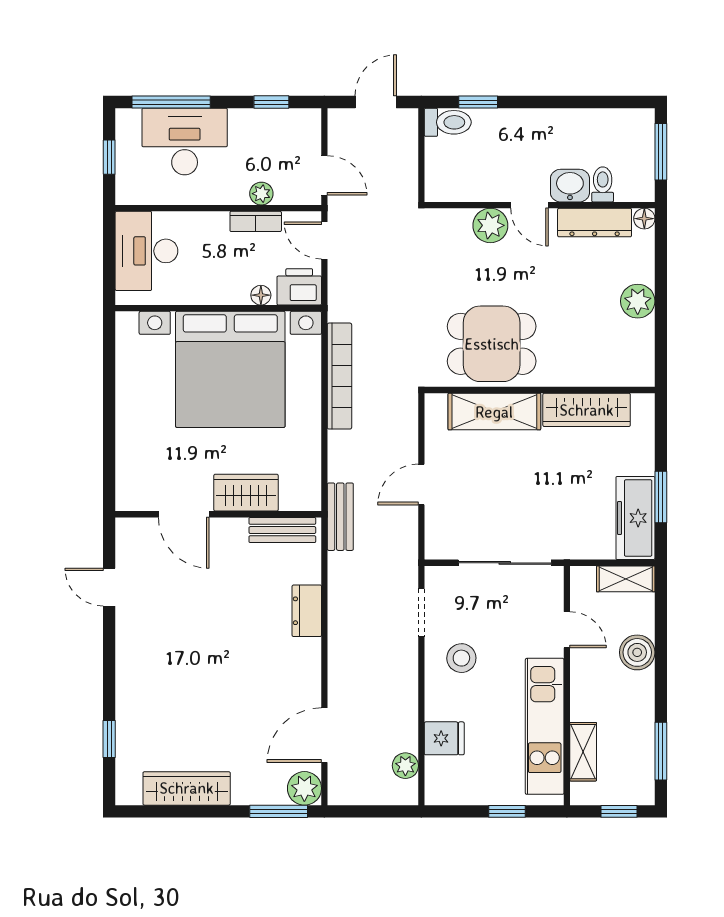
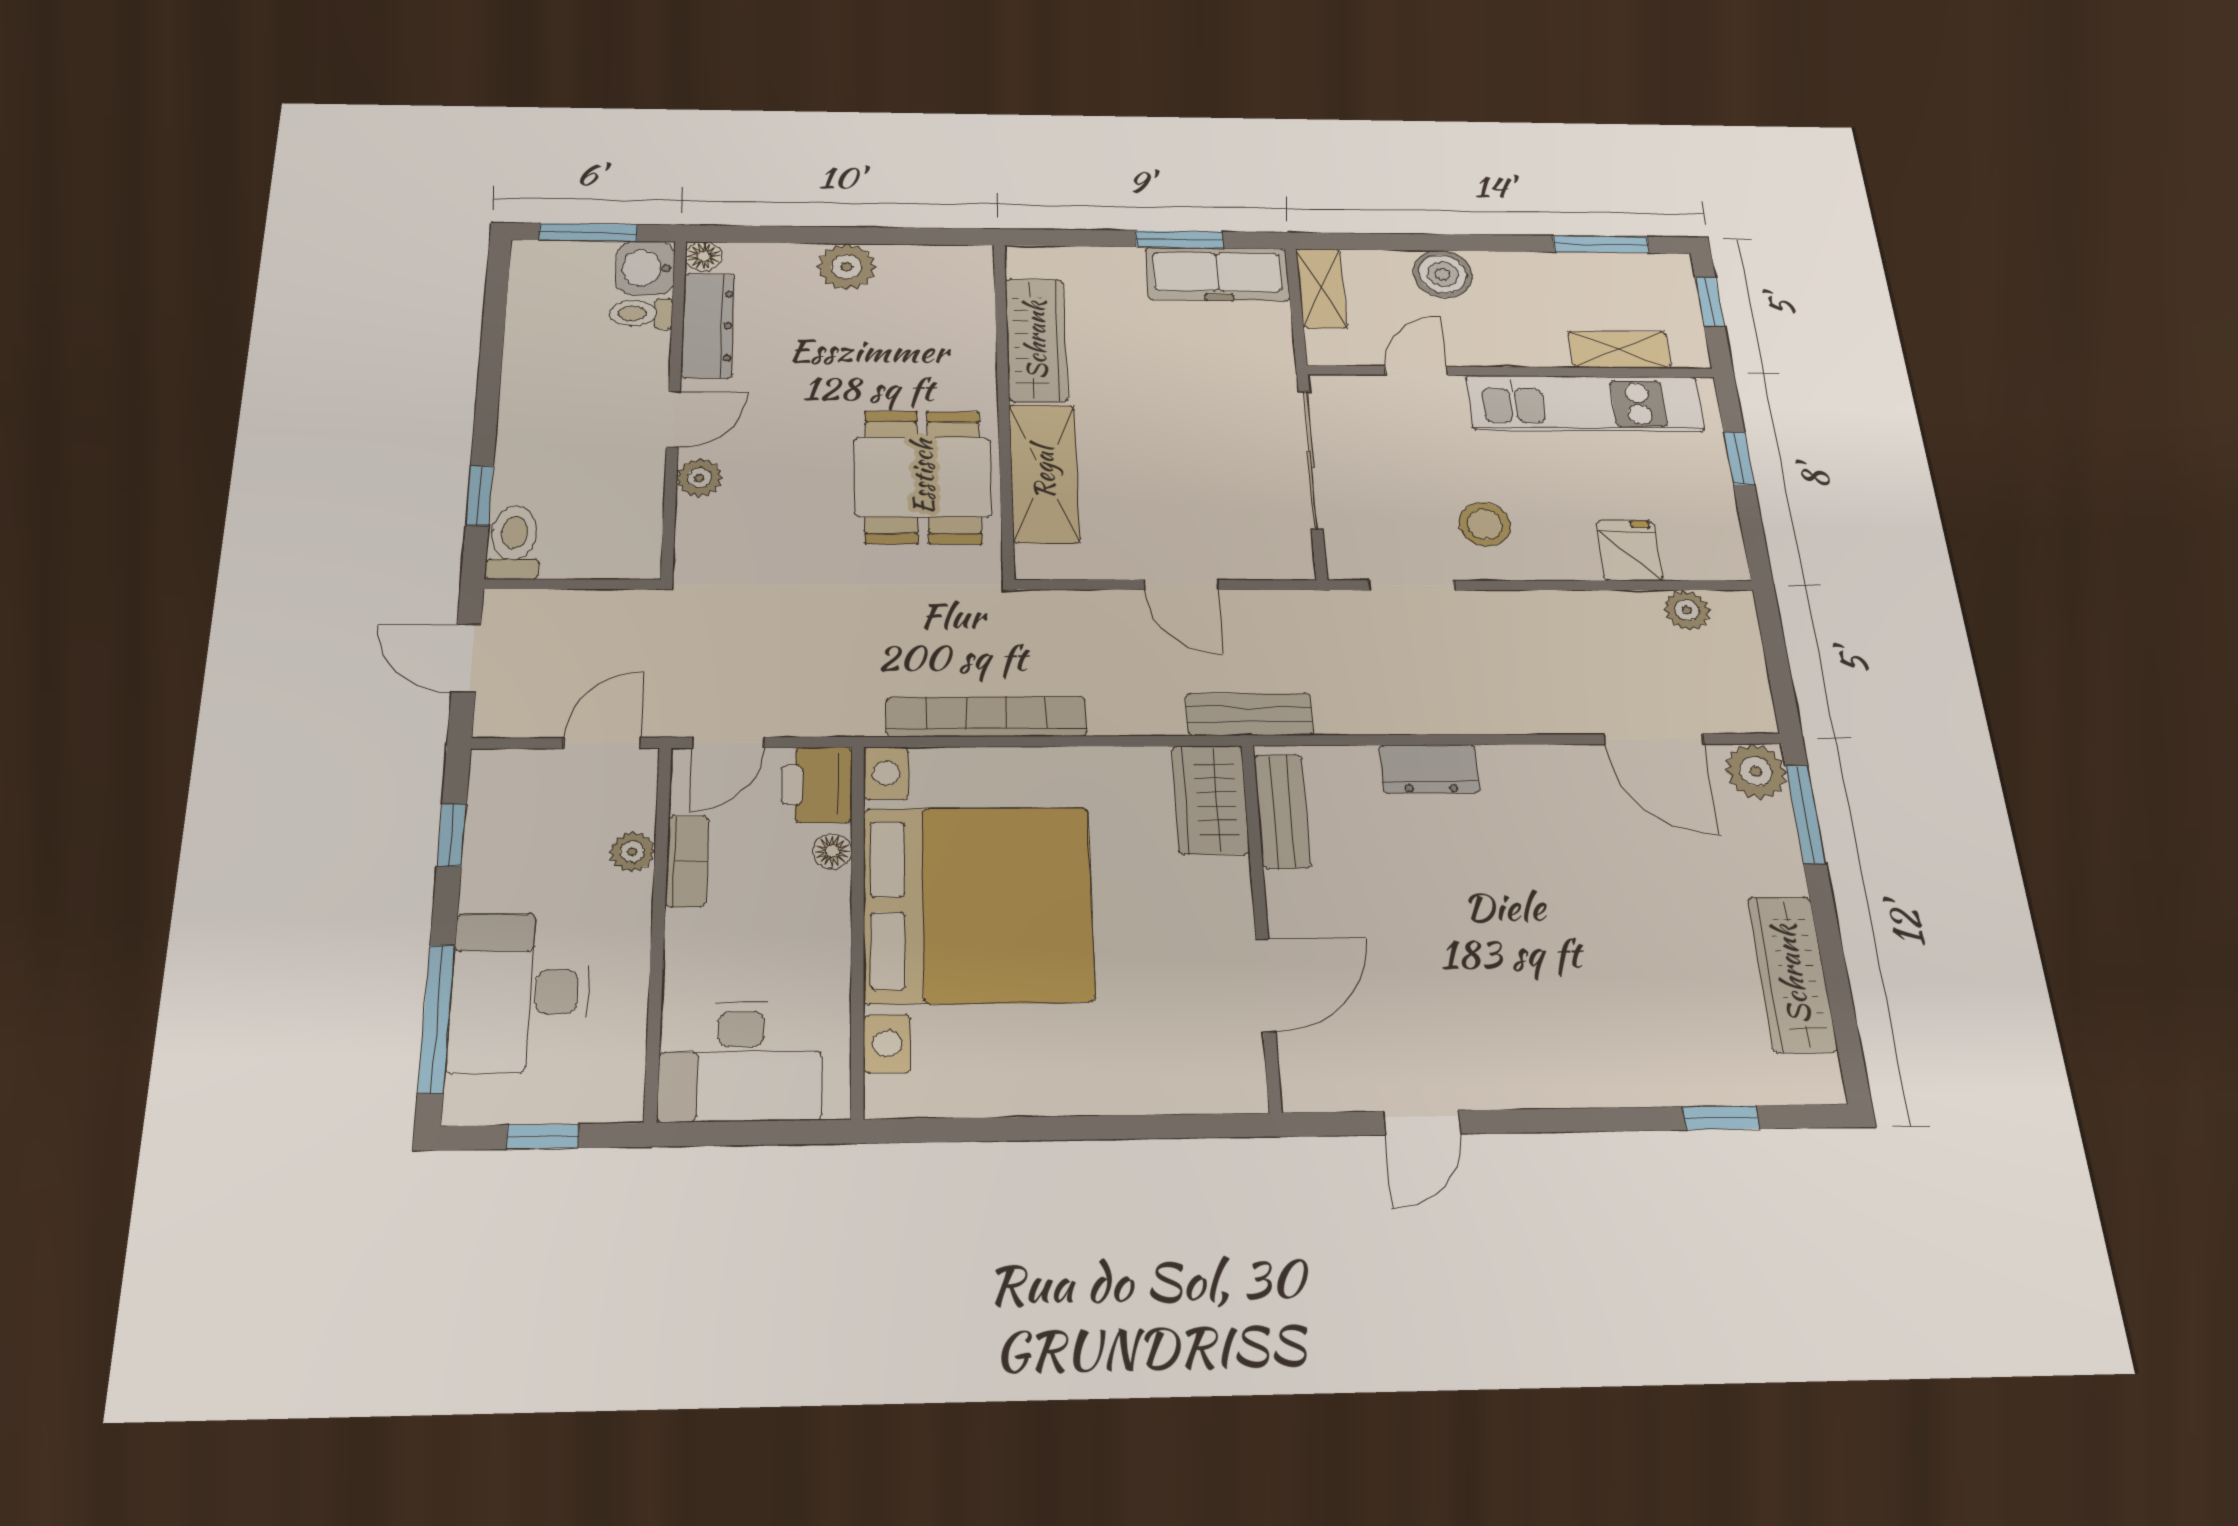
washbasin: (570, 186) -> (646, 268), moved
plant: (490, 225) -> (699, 478), width x0.73, depth x0.73
wardrobe: (246, 493) -> (1211, 800), moved

